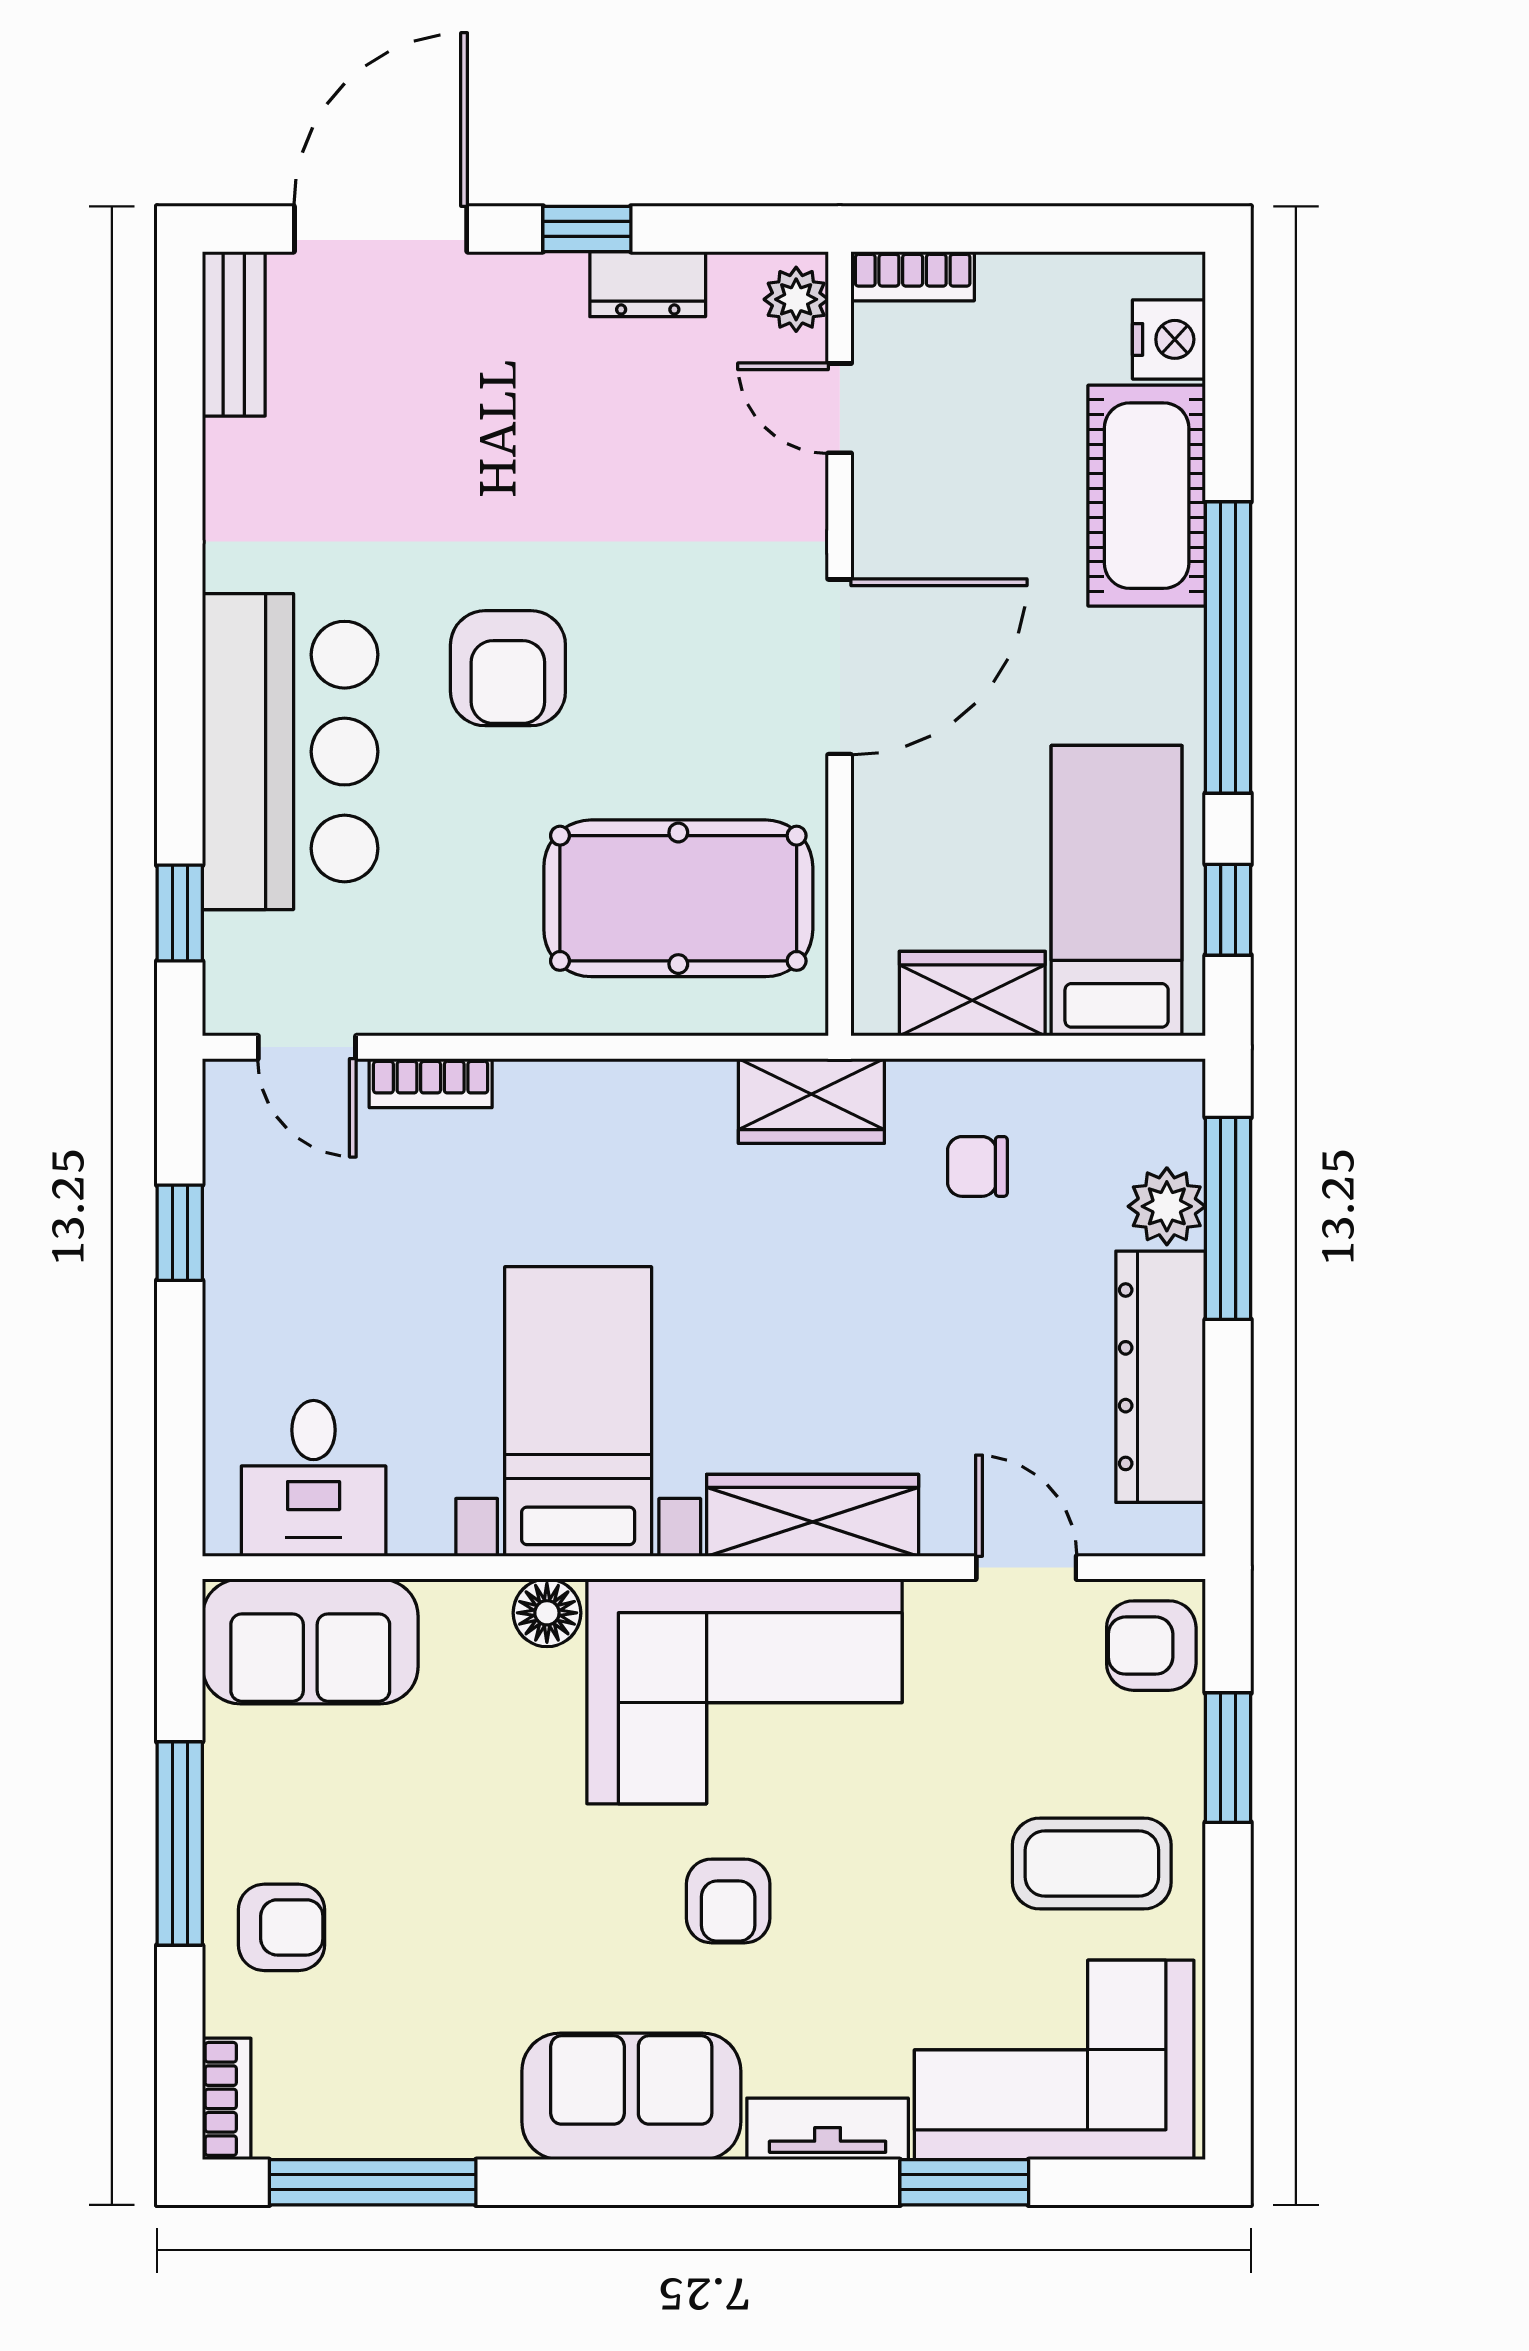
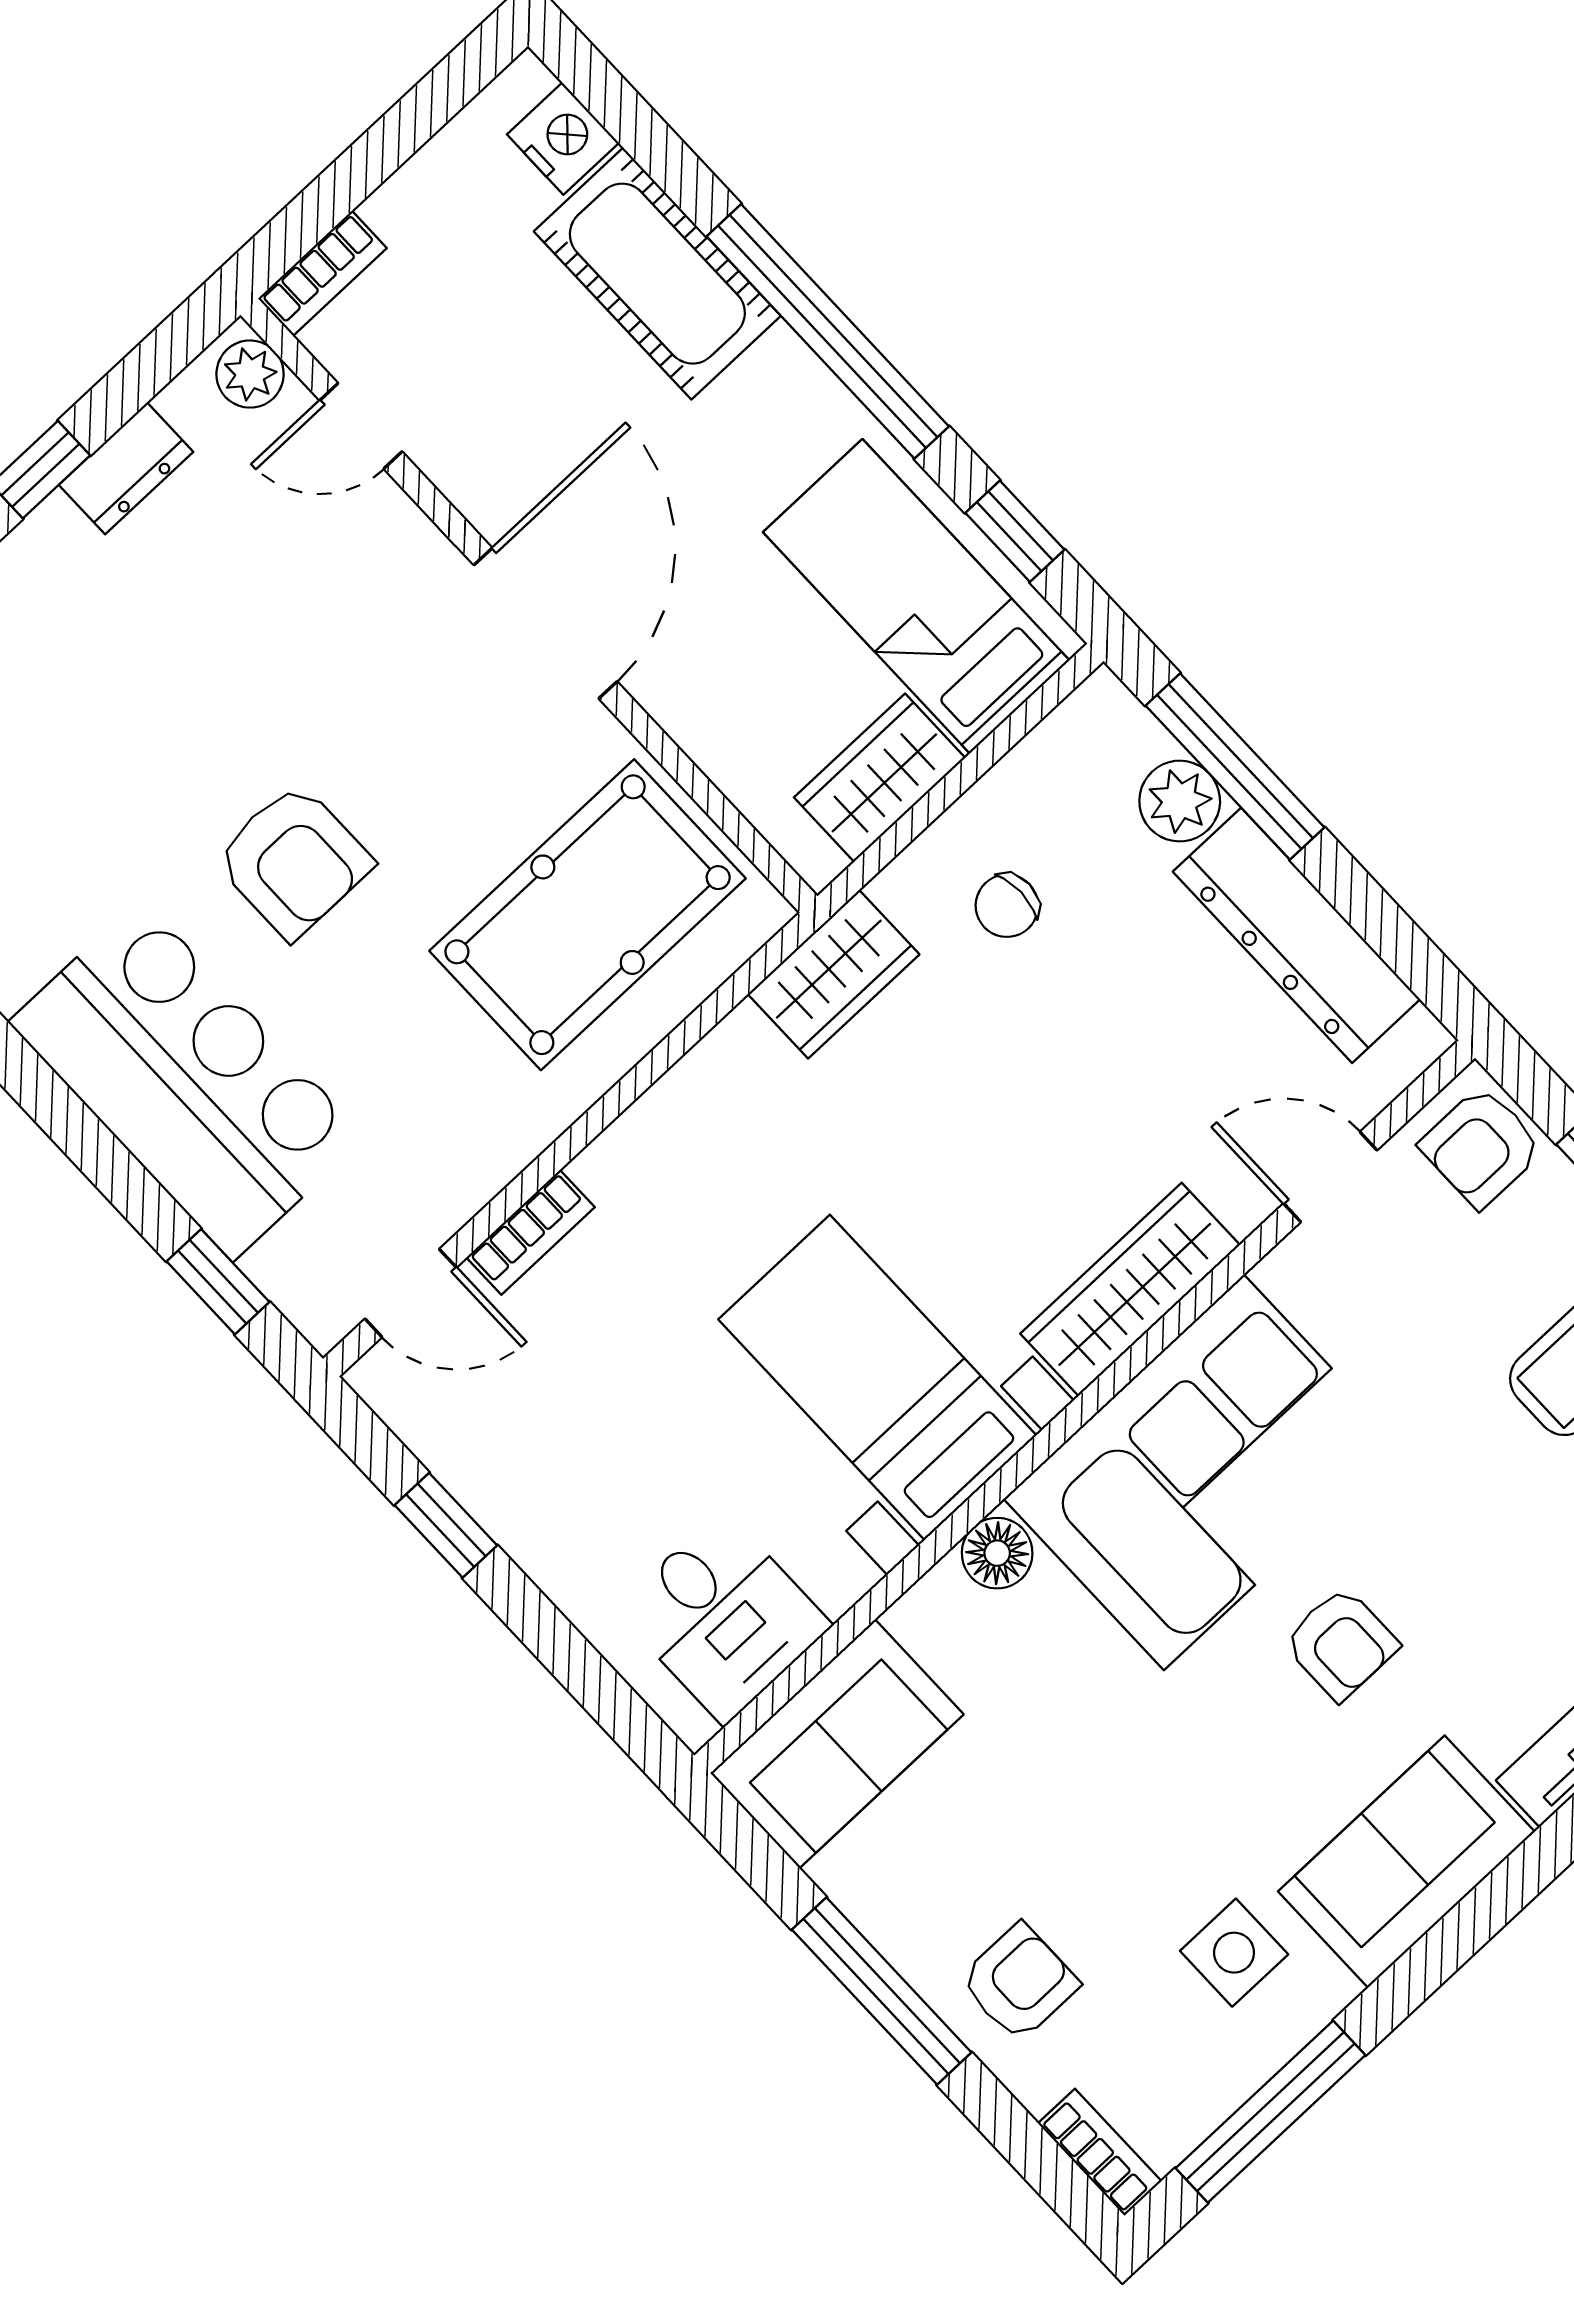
side table: (451, 2047) -> (1234, 1953), added

